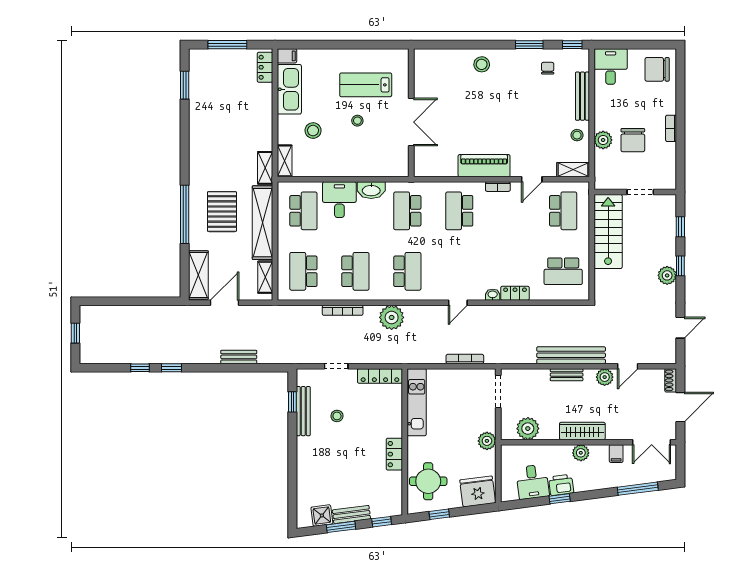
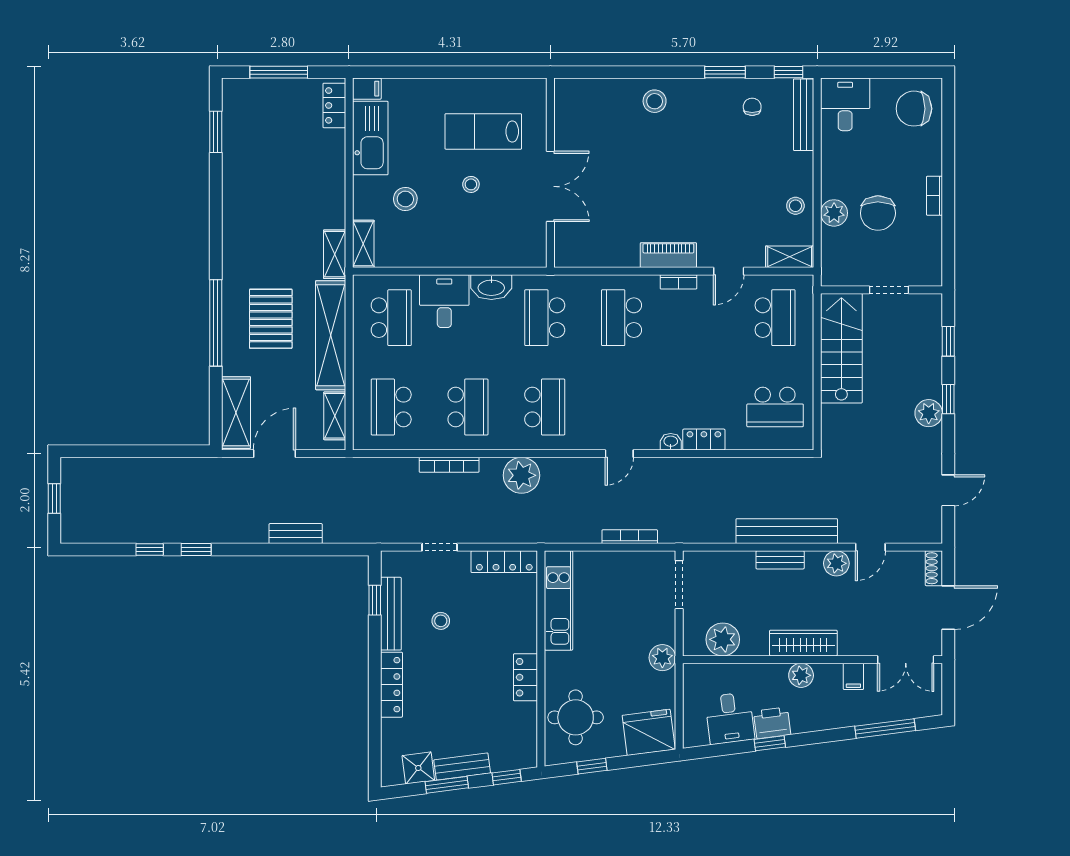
bench: (582, 96) -> (804, 115), moved
piano: (484, 166) -> (668, 255), width x0.73, depth x0.75
locker: (304, 459) -> (391, 685), added

